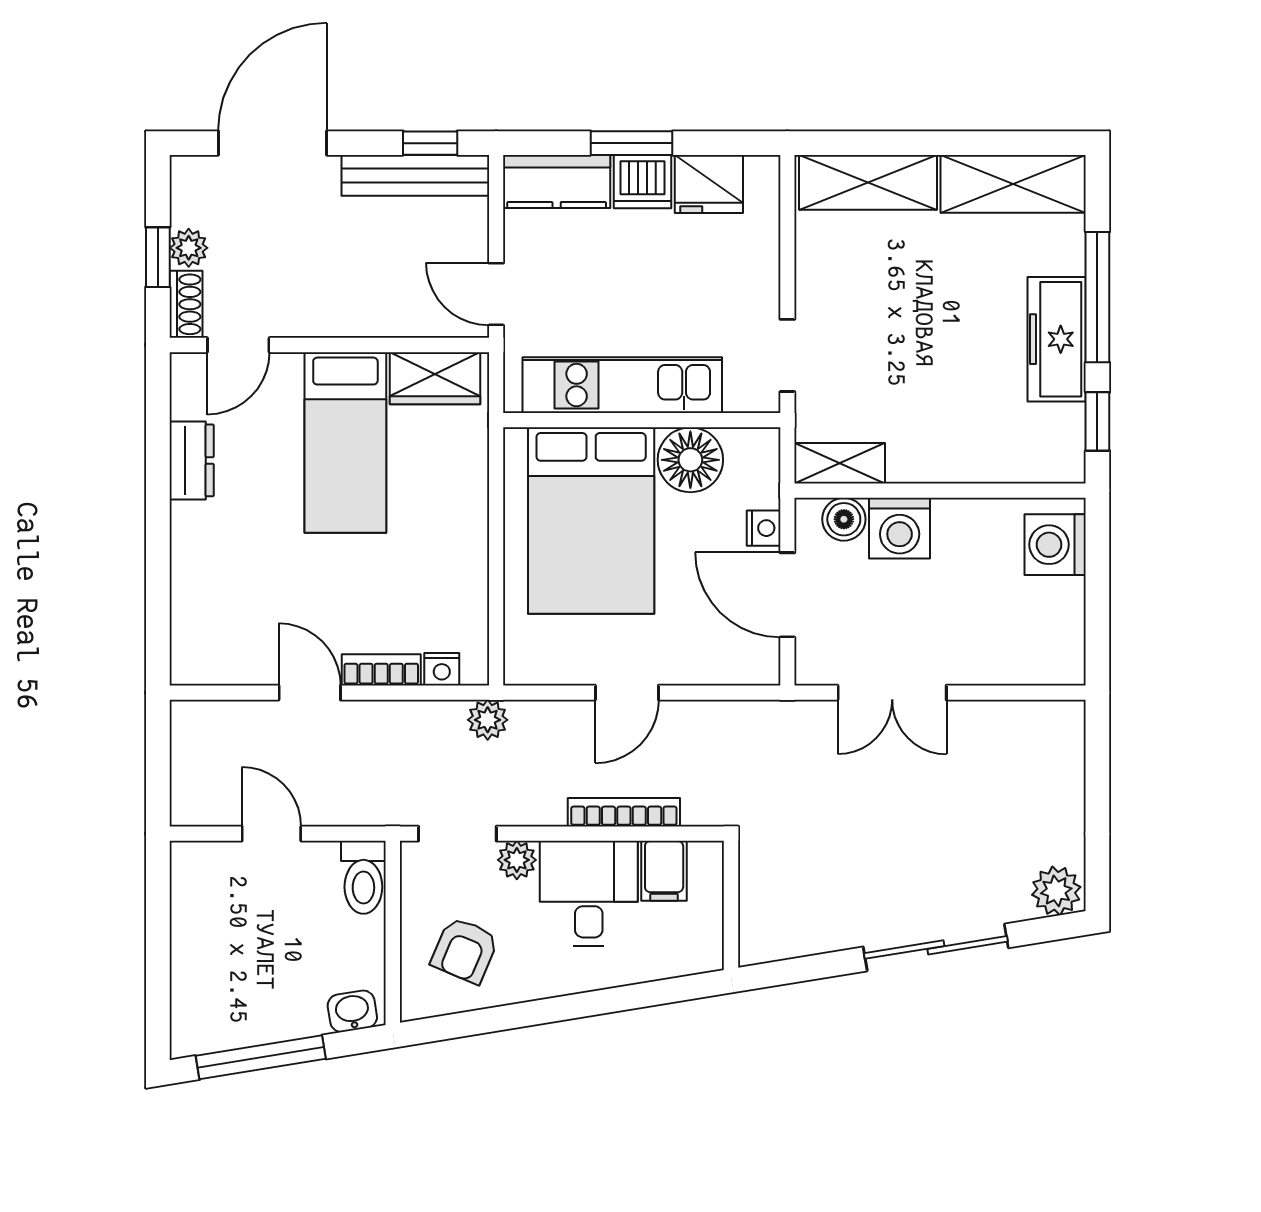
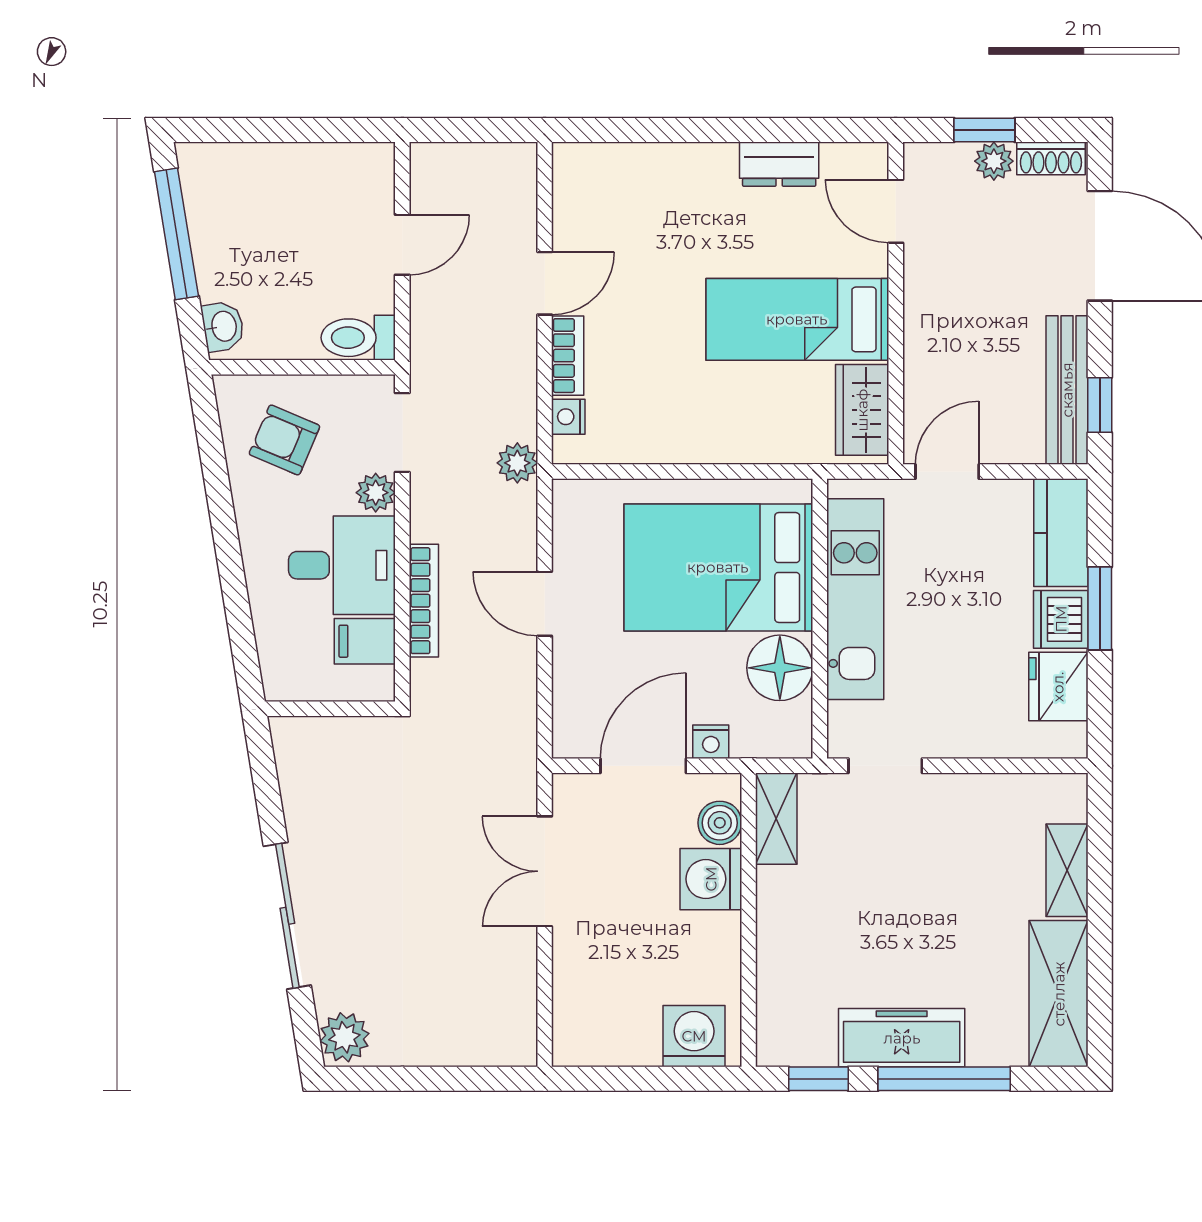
shelving: (868, 182) -> (1067, 870), width x0.67, depth x0.75
shoe rack: (186, 304) -> (1051, 158), moved

